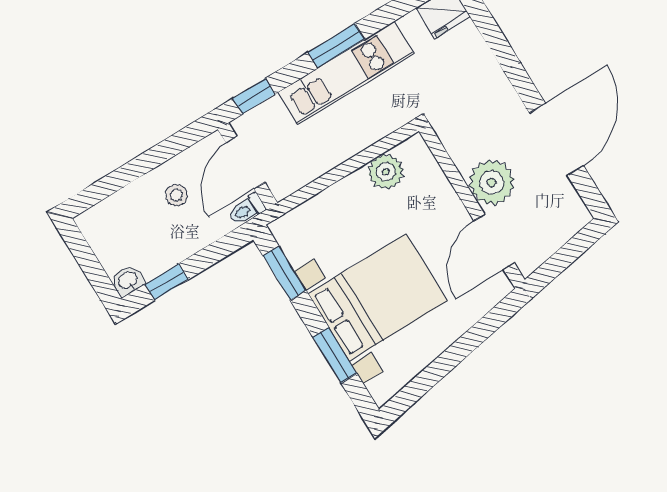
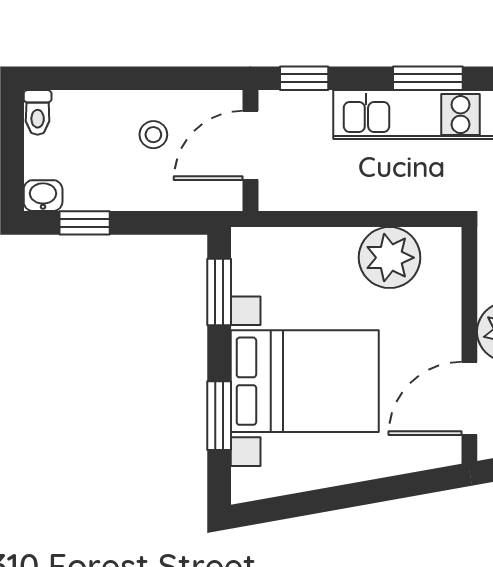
plant: (386, 172) -> (390, 258), width x1.36, depth x1.36
toilet: (247, 210) -> (38, 112), moved, turned -90

